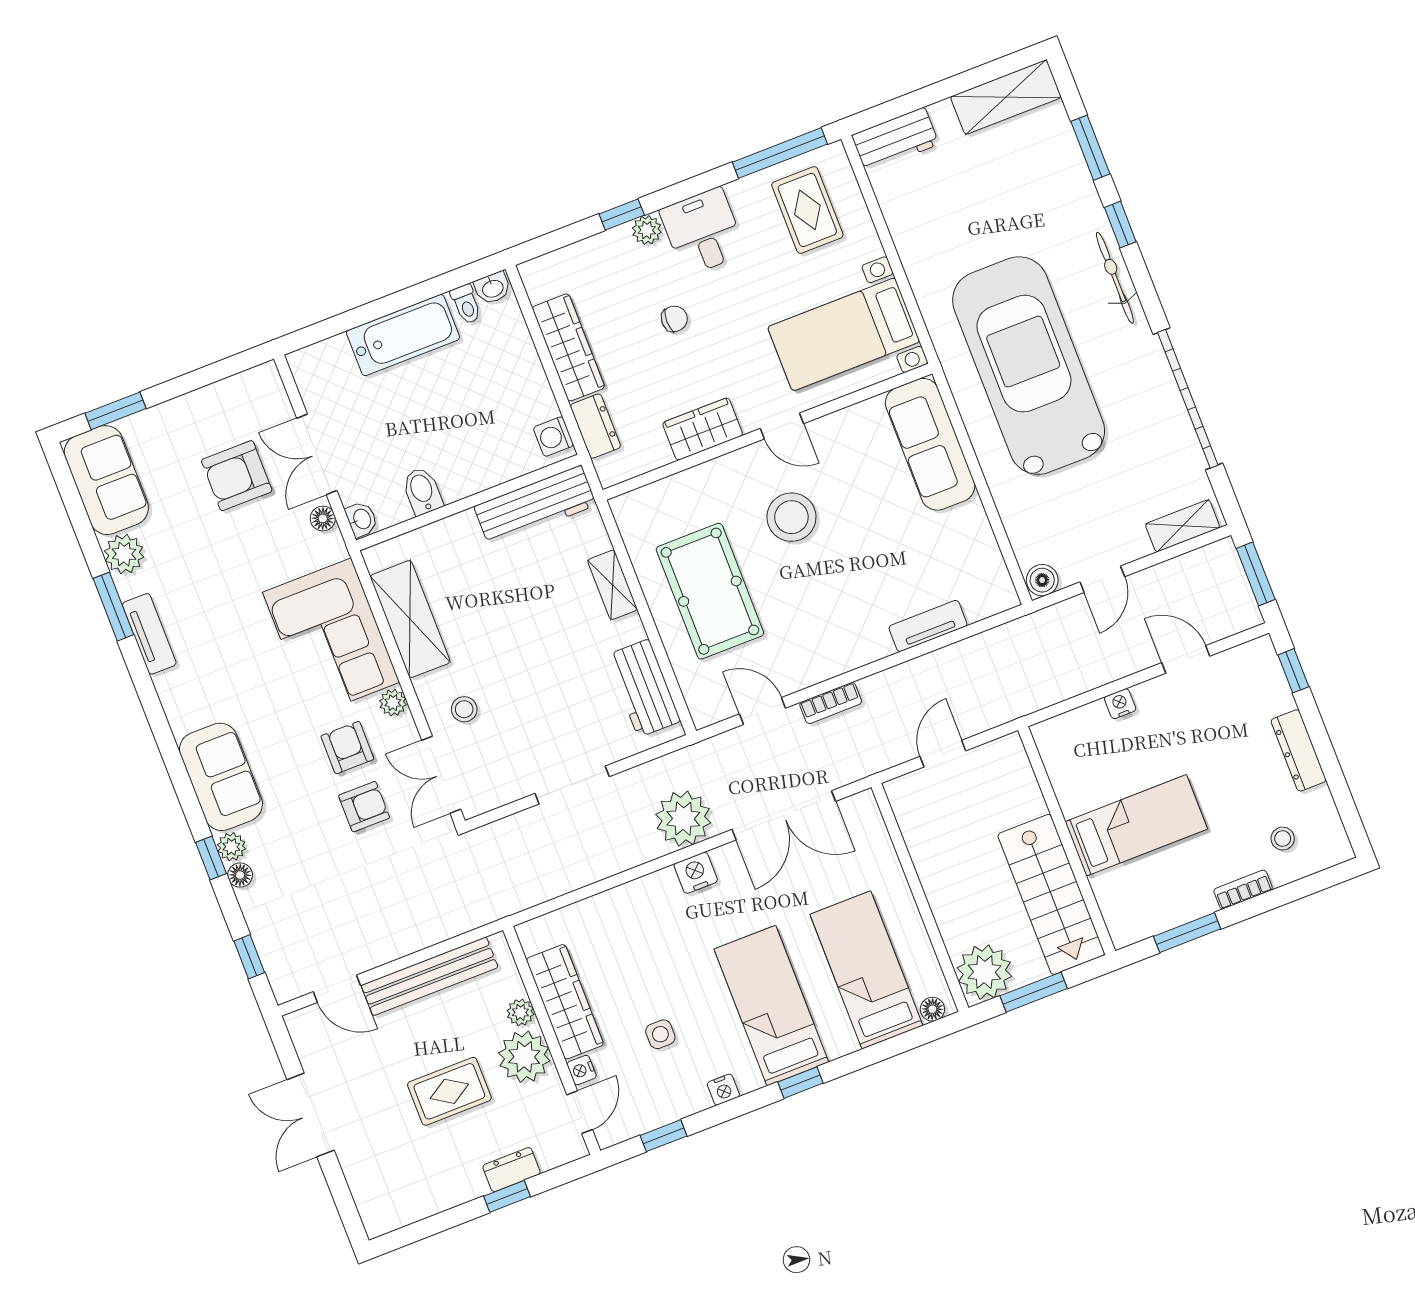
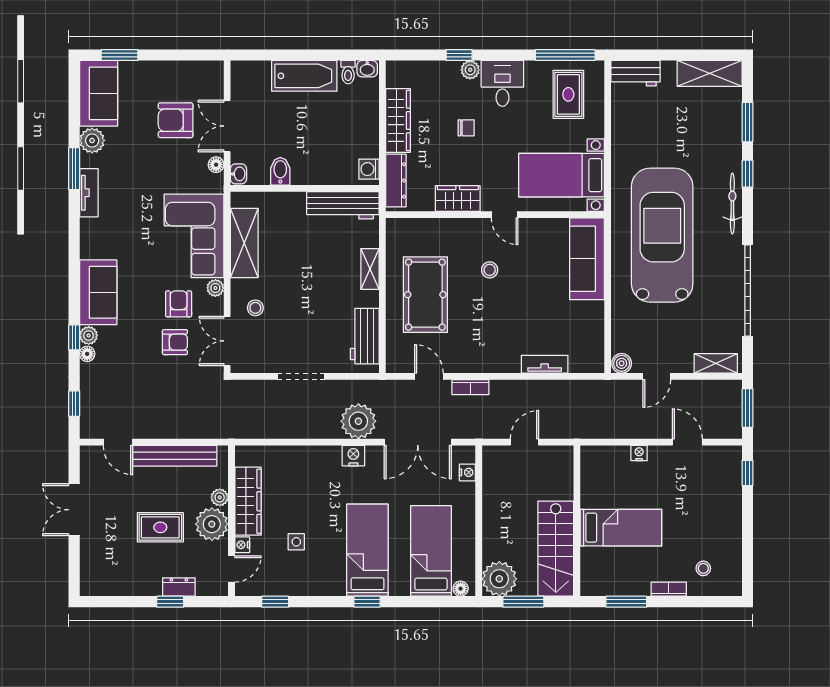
dresser: (595, 426) -> (396, 180), width x1.44
stool: (791, 517) -> (490, 270), width x0.53, depth x0.53
dresser: (1298, 750) -> (733, 521), removed
nightstand: (723, 1090) -> (467, 472), moved, turned -90

